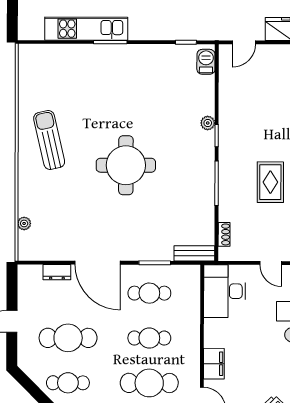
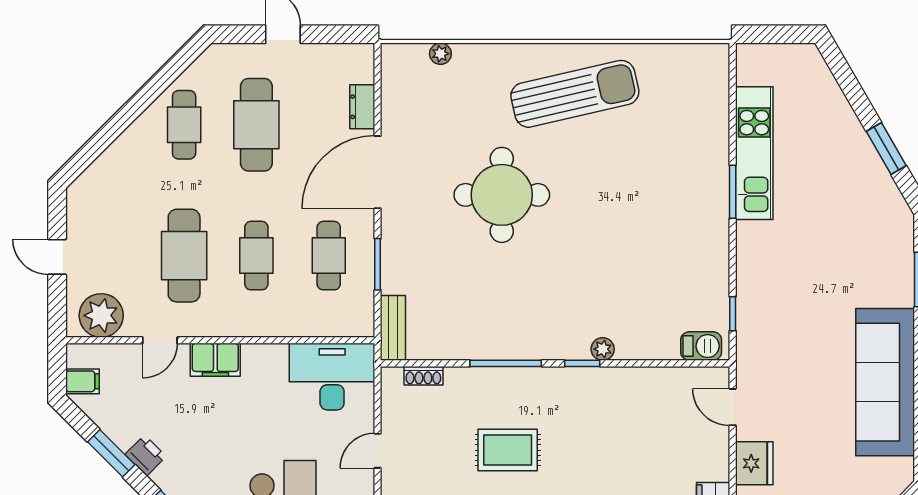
sun lounger: (49, 140) -> (575, 94), width x1.36, depth x1.34
round table: (126, 165) -> (502, 195), moved

